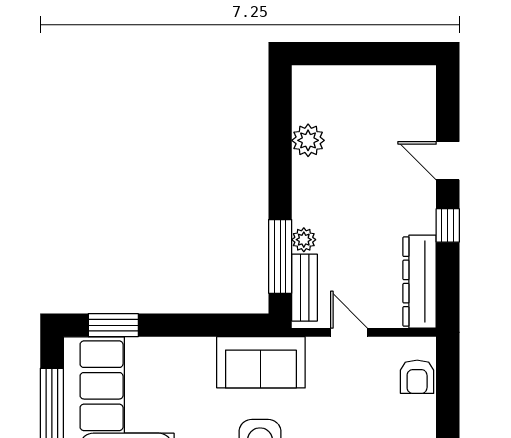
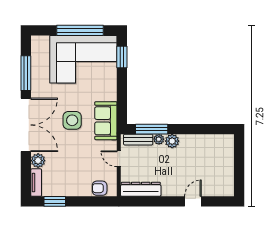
plant: (308, 140) -> (172, 141), moved
window: (448, 225) -> (165, 201), removed
door: (349, 332) -> (119, 159), swing flipped

